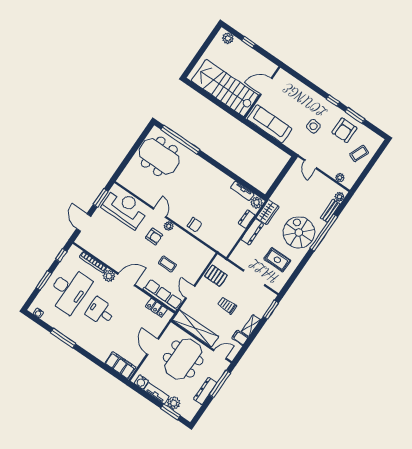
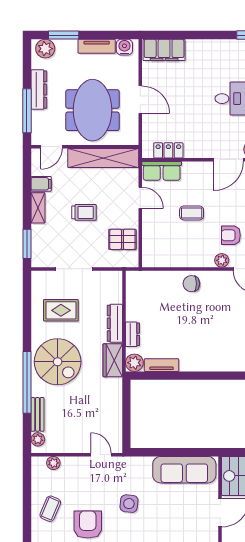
row of seats: (163, 295) -> (162, 171), width x0.68
plant: (174, 403) -> (45, 49), moved

